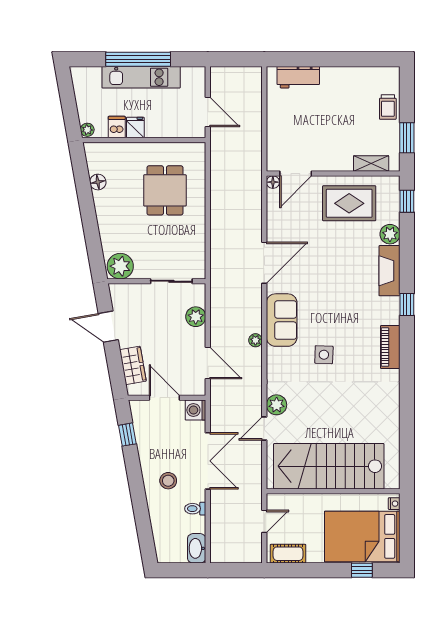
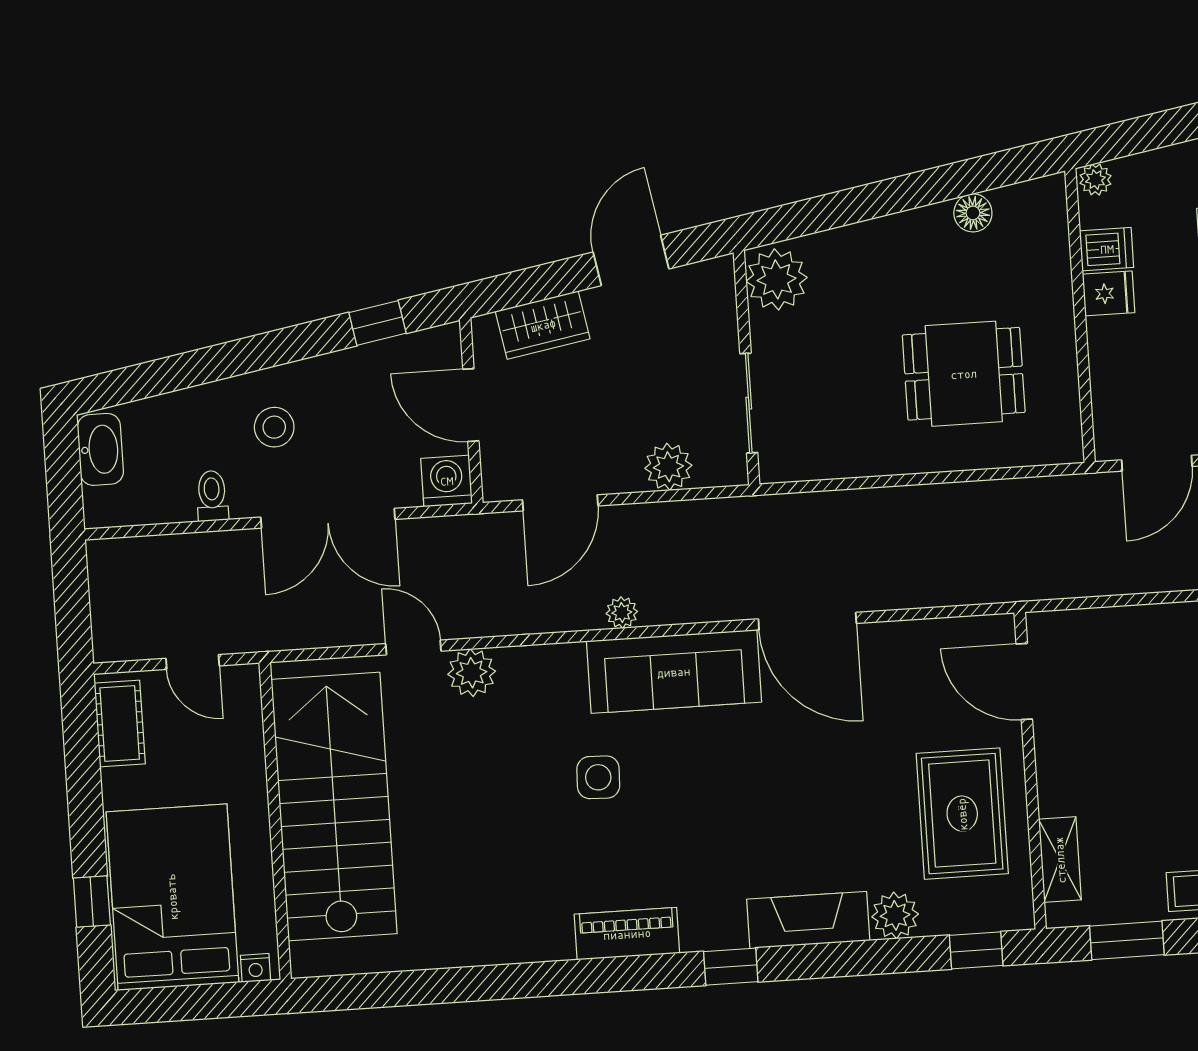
floor lamp: (273, 182) -> (1000, 629), removed
sofa: (282, 320) -> (674, 672), width x1.36
door: (164, 398) -> (471, 405), swing flipped
washbasin: (197, 548) -> (100, 449), moved, turned 90

